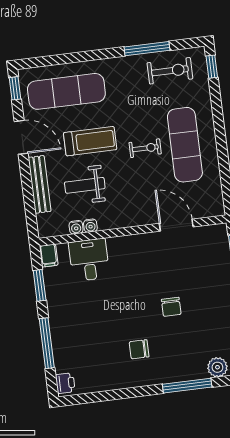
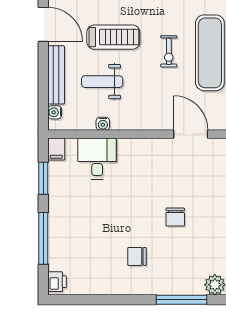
exercise bike: (145, 148) -> (169, 51), turned 90
water cooler: (76, 227) -> (55, 112), moved, turned 90

